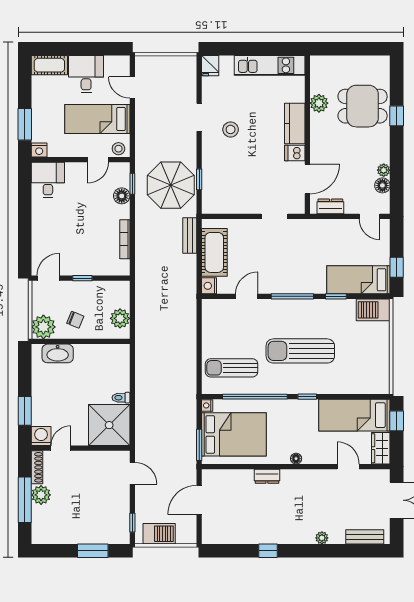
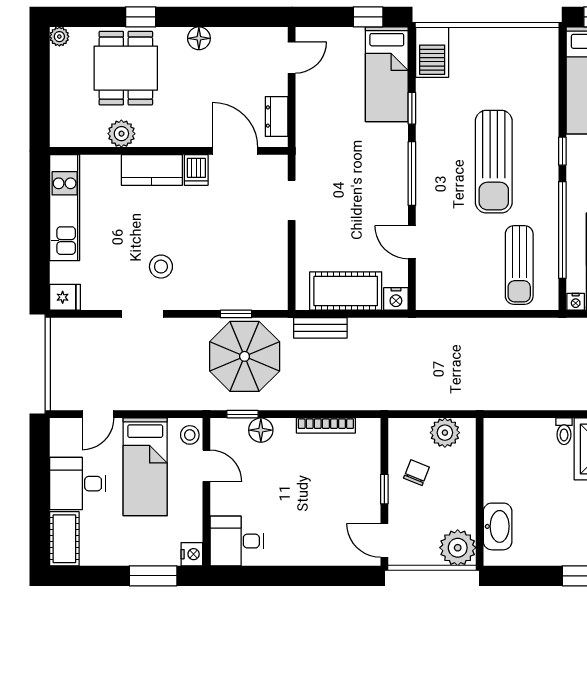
plant: (384, 170) -> (59, 37), moved
floor lamp: (382, 185) -> (199, 38), moved
chair: (75, 320) -> (416, 473), moved

